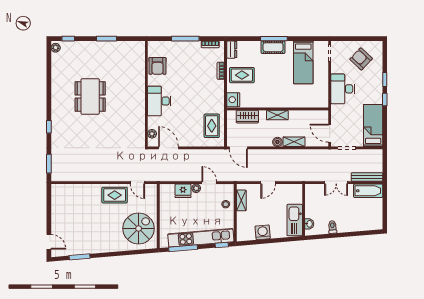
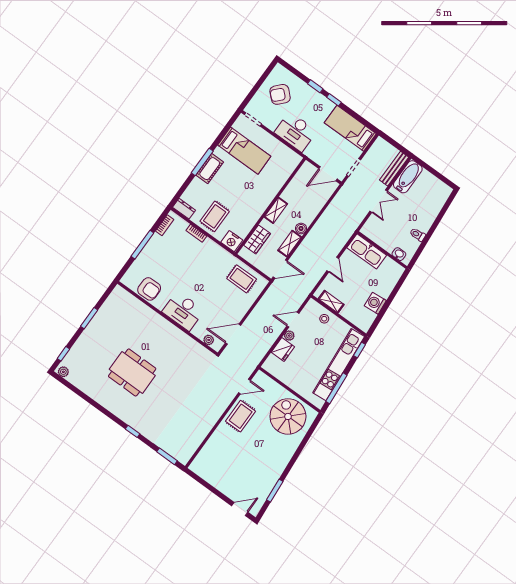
shelving: (294, 142) -> (290, 244), moved
kitchen sink: (295, 220) -> (367, 251), moved

